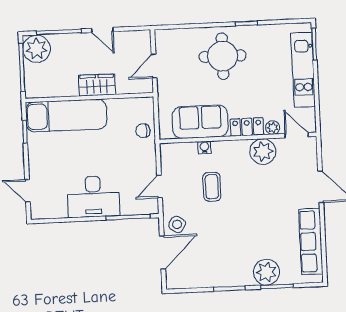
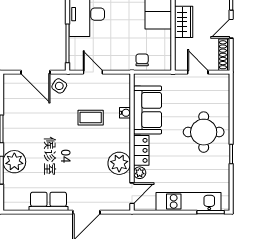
shoe rack: (133, 37) -> (224, 55), added
row of seats: (311, 241) -> (48, 201), width x0.68

